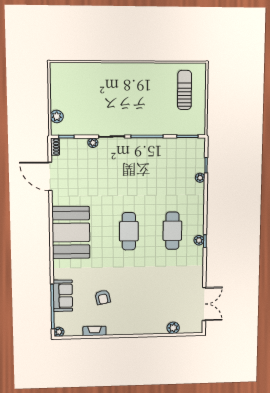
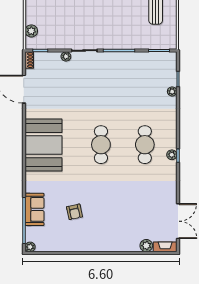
fireplace: (94, 331) -> (165, 247), moved

